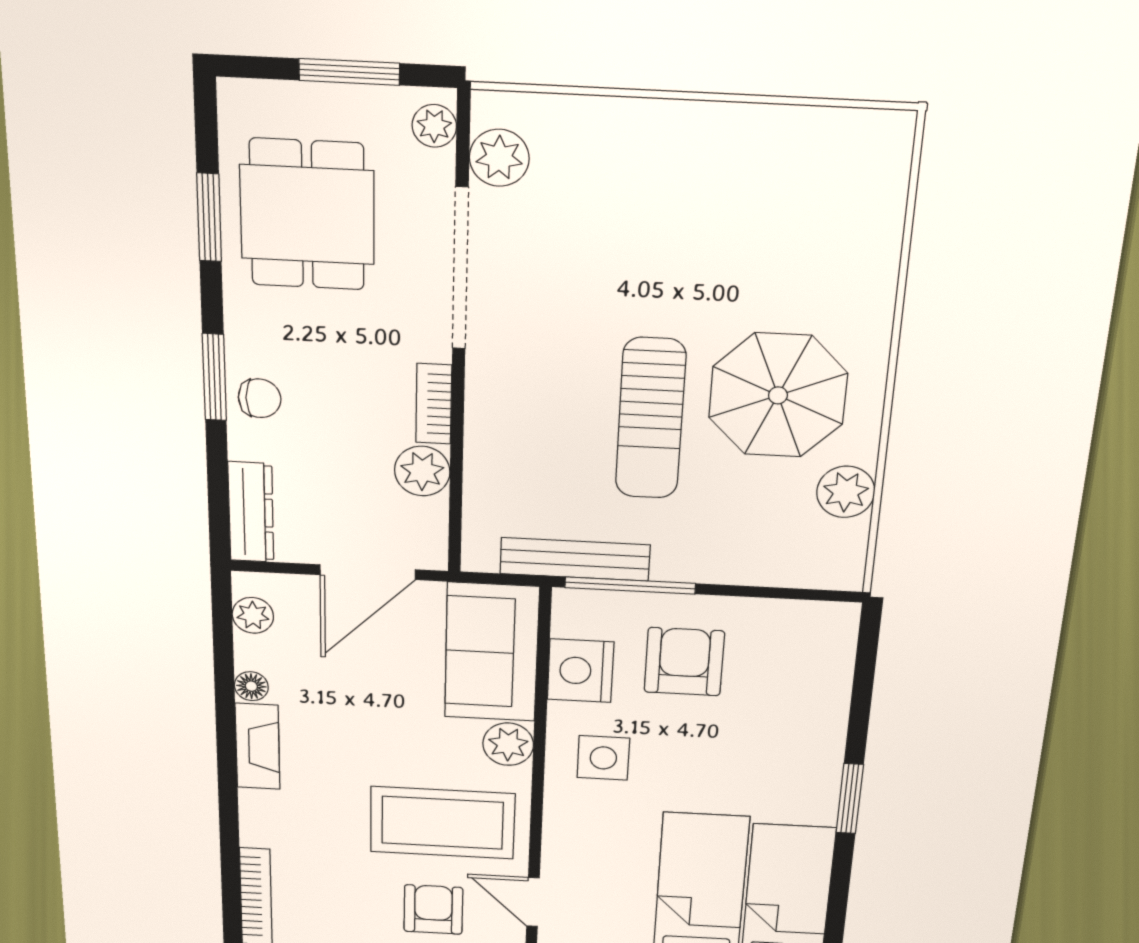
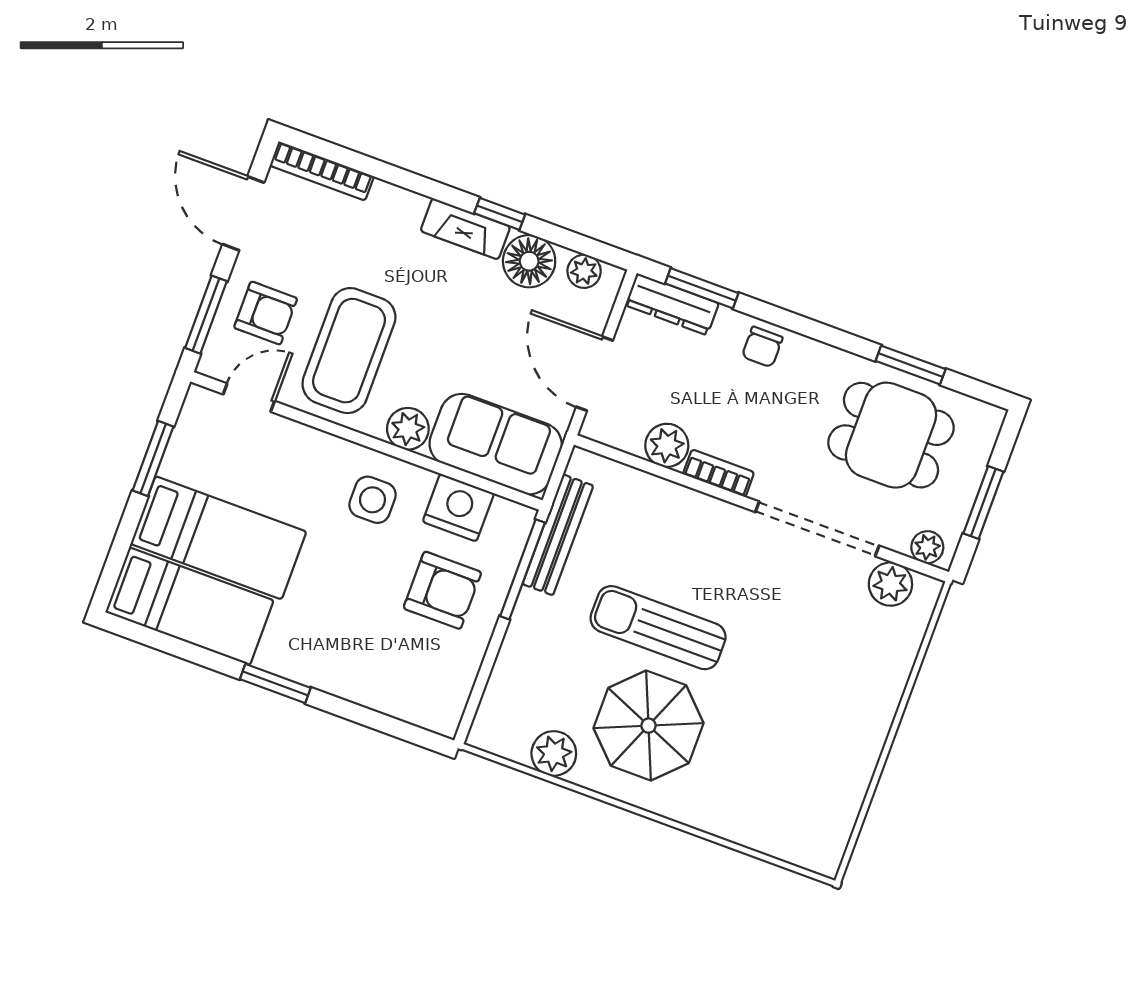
window: (214, 377) -> (702, 288), moved
floor lamp: (251, 686) -> (529, 261), width x1.89, depth x1.89
window: (226, 717) -> (500, 214), added

